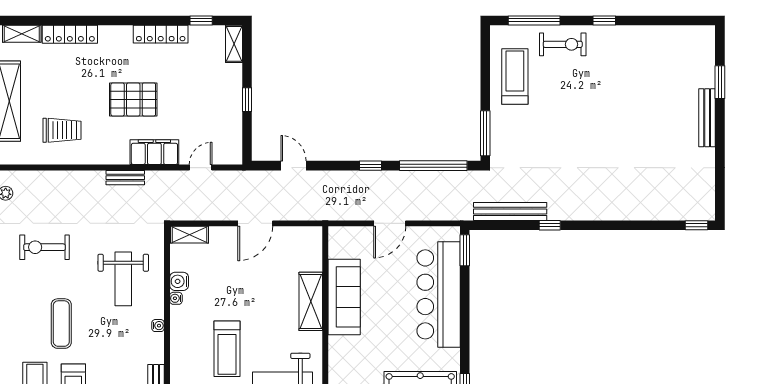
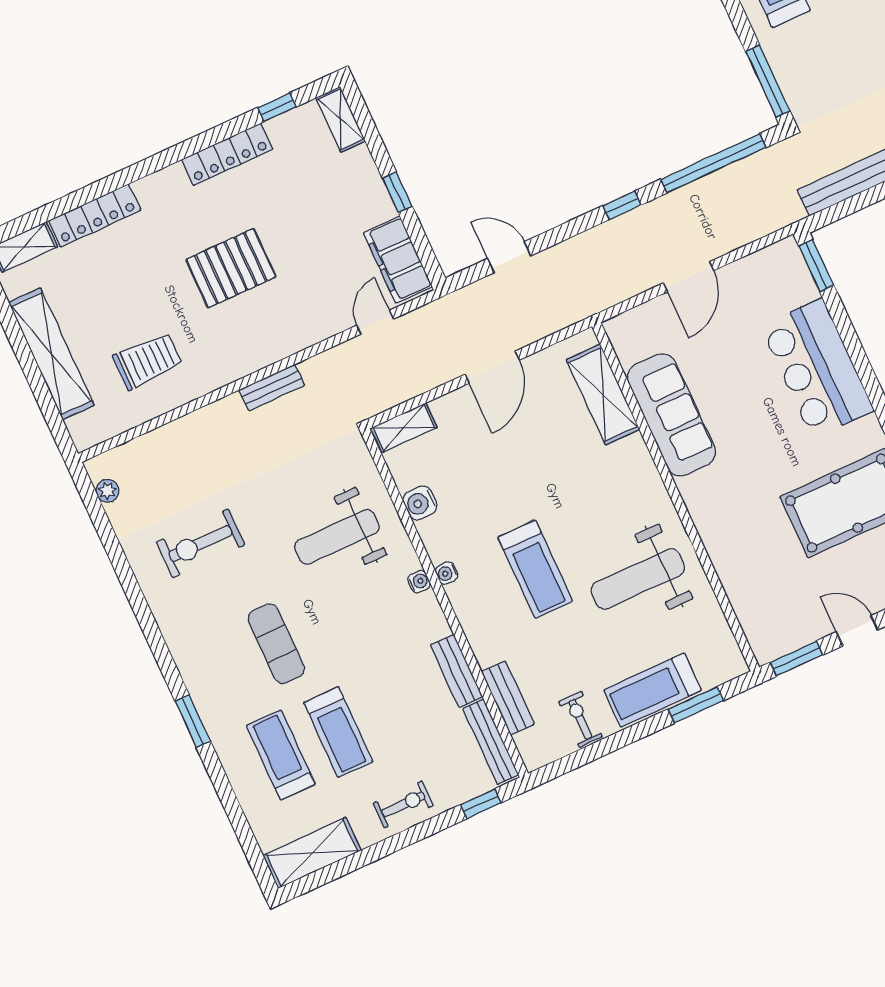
filing cabinet: (154, 152) -> (398, 260), moved, turned -90
weight bench: (123, 279) -> (337, 537), turned 90
bar counter: (439, 294) -> (817, 368), width x0.73
water cooler: (176, 298) -> (447, 573), moved
shelving: (311, 301) -> (603, 395), moved

